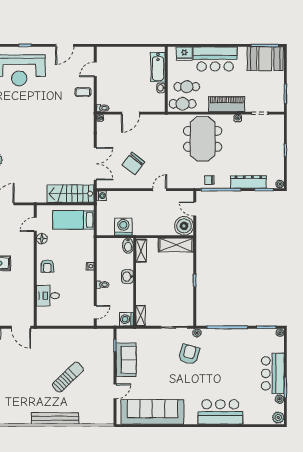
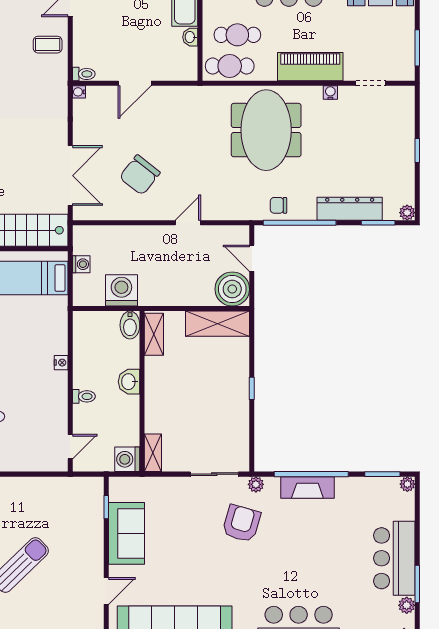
washing machine: (101, 196) -> (81, 264), moved
fireplace: (225, 335) -> (307, 487), added

